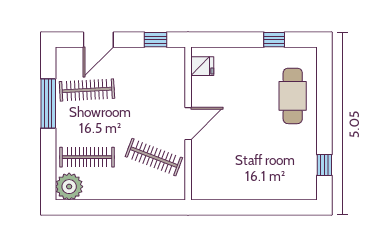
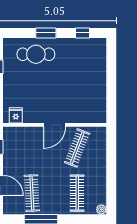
window: (324, 111) -> (46, 33), added
door: (188, 124) -> (55, 125), swing flipped
plant: (69, 187) -> (101, 209), width x0.53, depth x0.53

